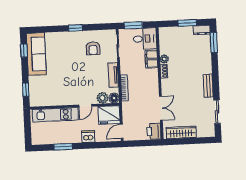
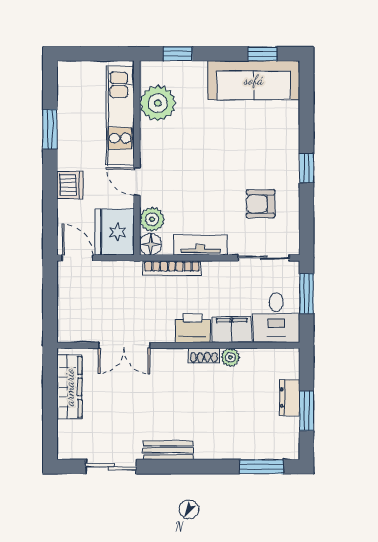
dresser: (202, 30) -> (290, 398), moved
plant: (49, 98) -> (158, 103), added
printer: (154, 131) -> (193, 328), moved

